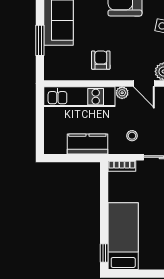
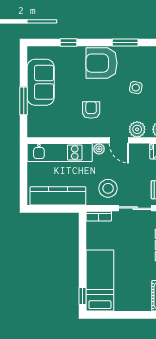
armchair: (101, 60) -> (91, 110), moved
stool: (132, 136) -> (108, 188), width x1.89, depth x1.89
kitchen counter: (87, 144) -> (58, 196), width x1.50

